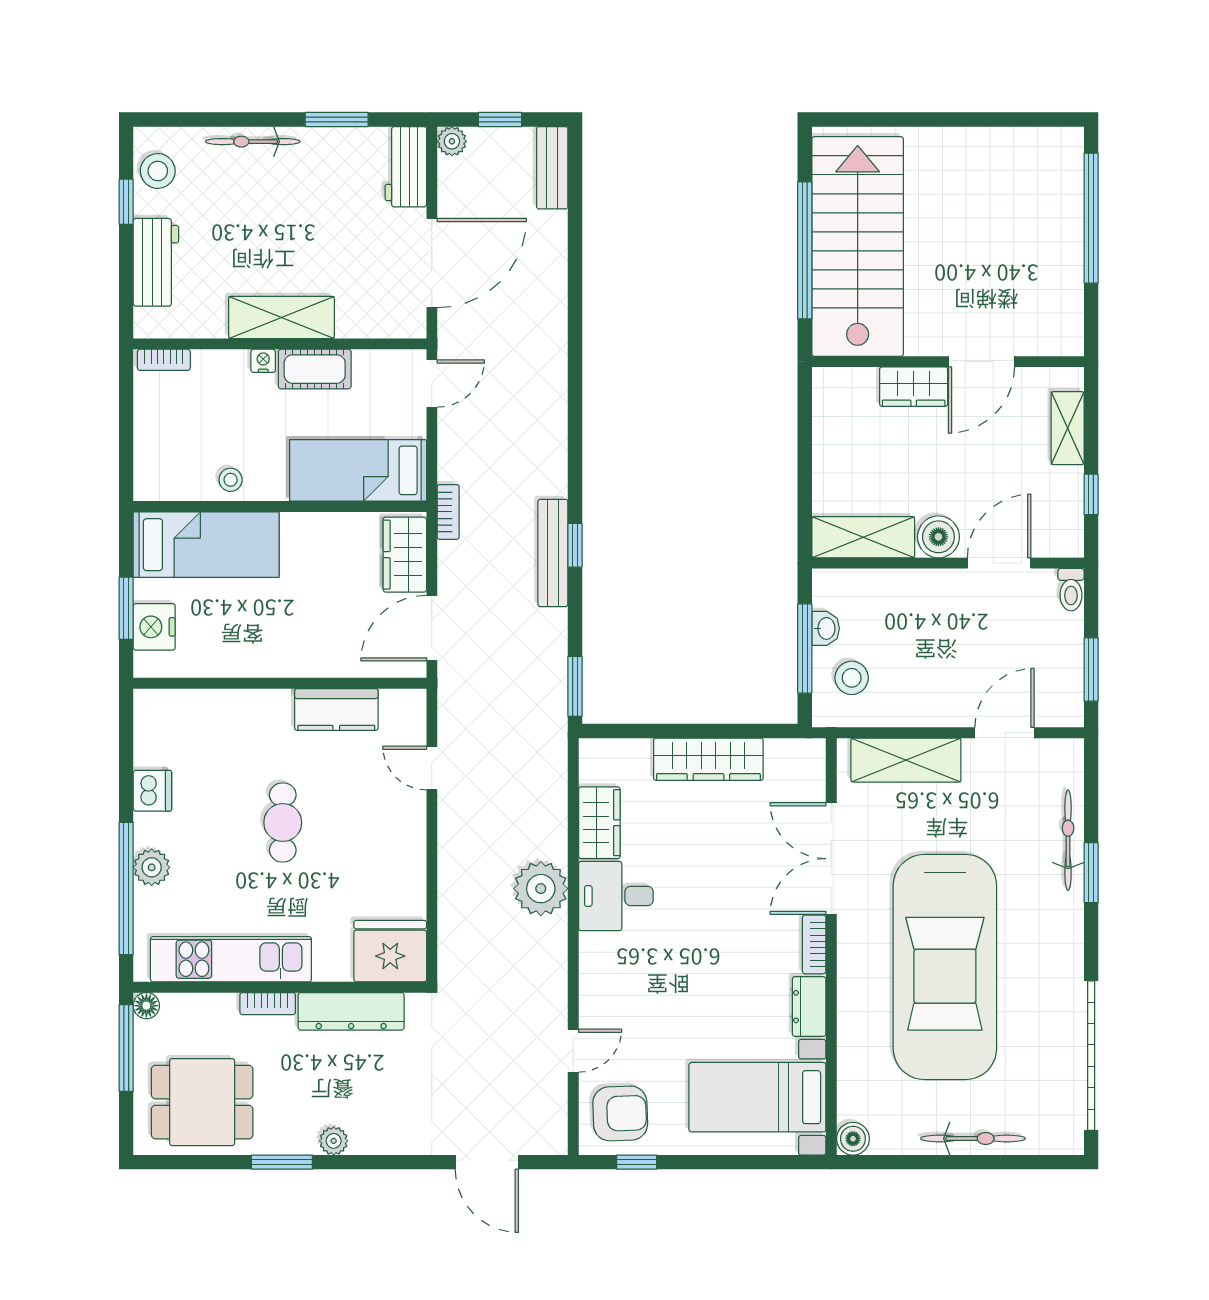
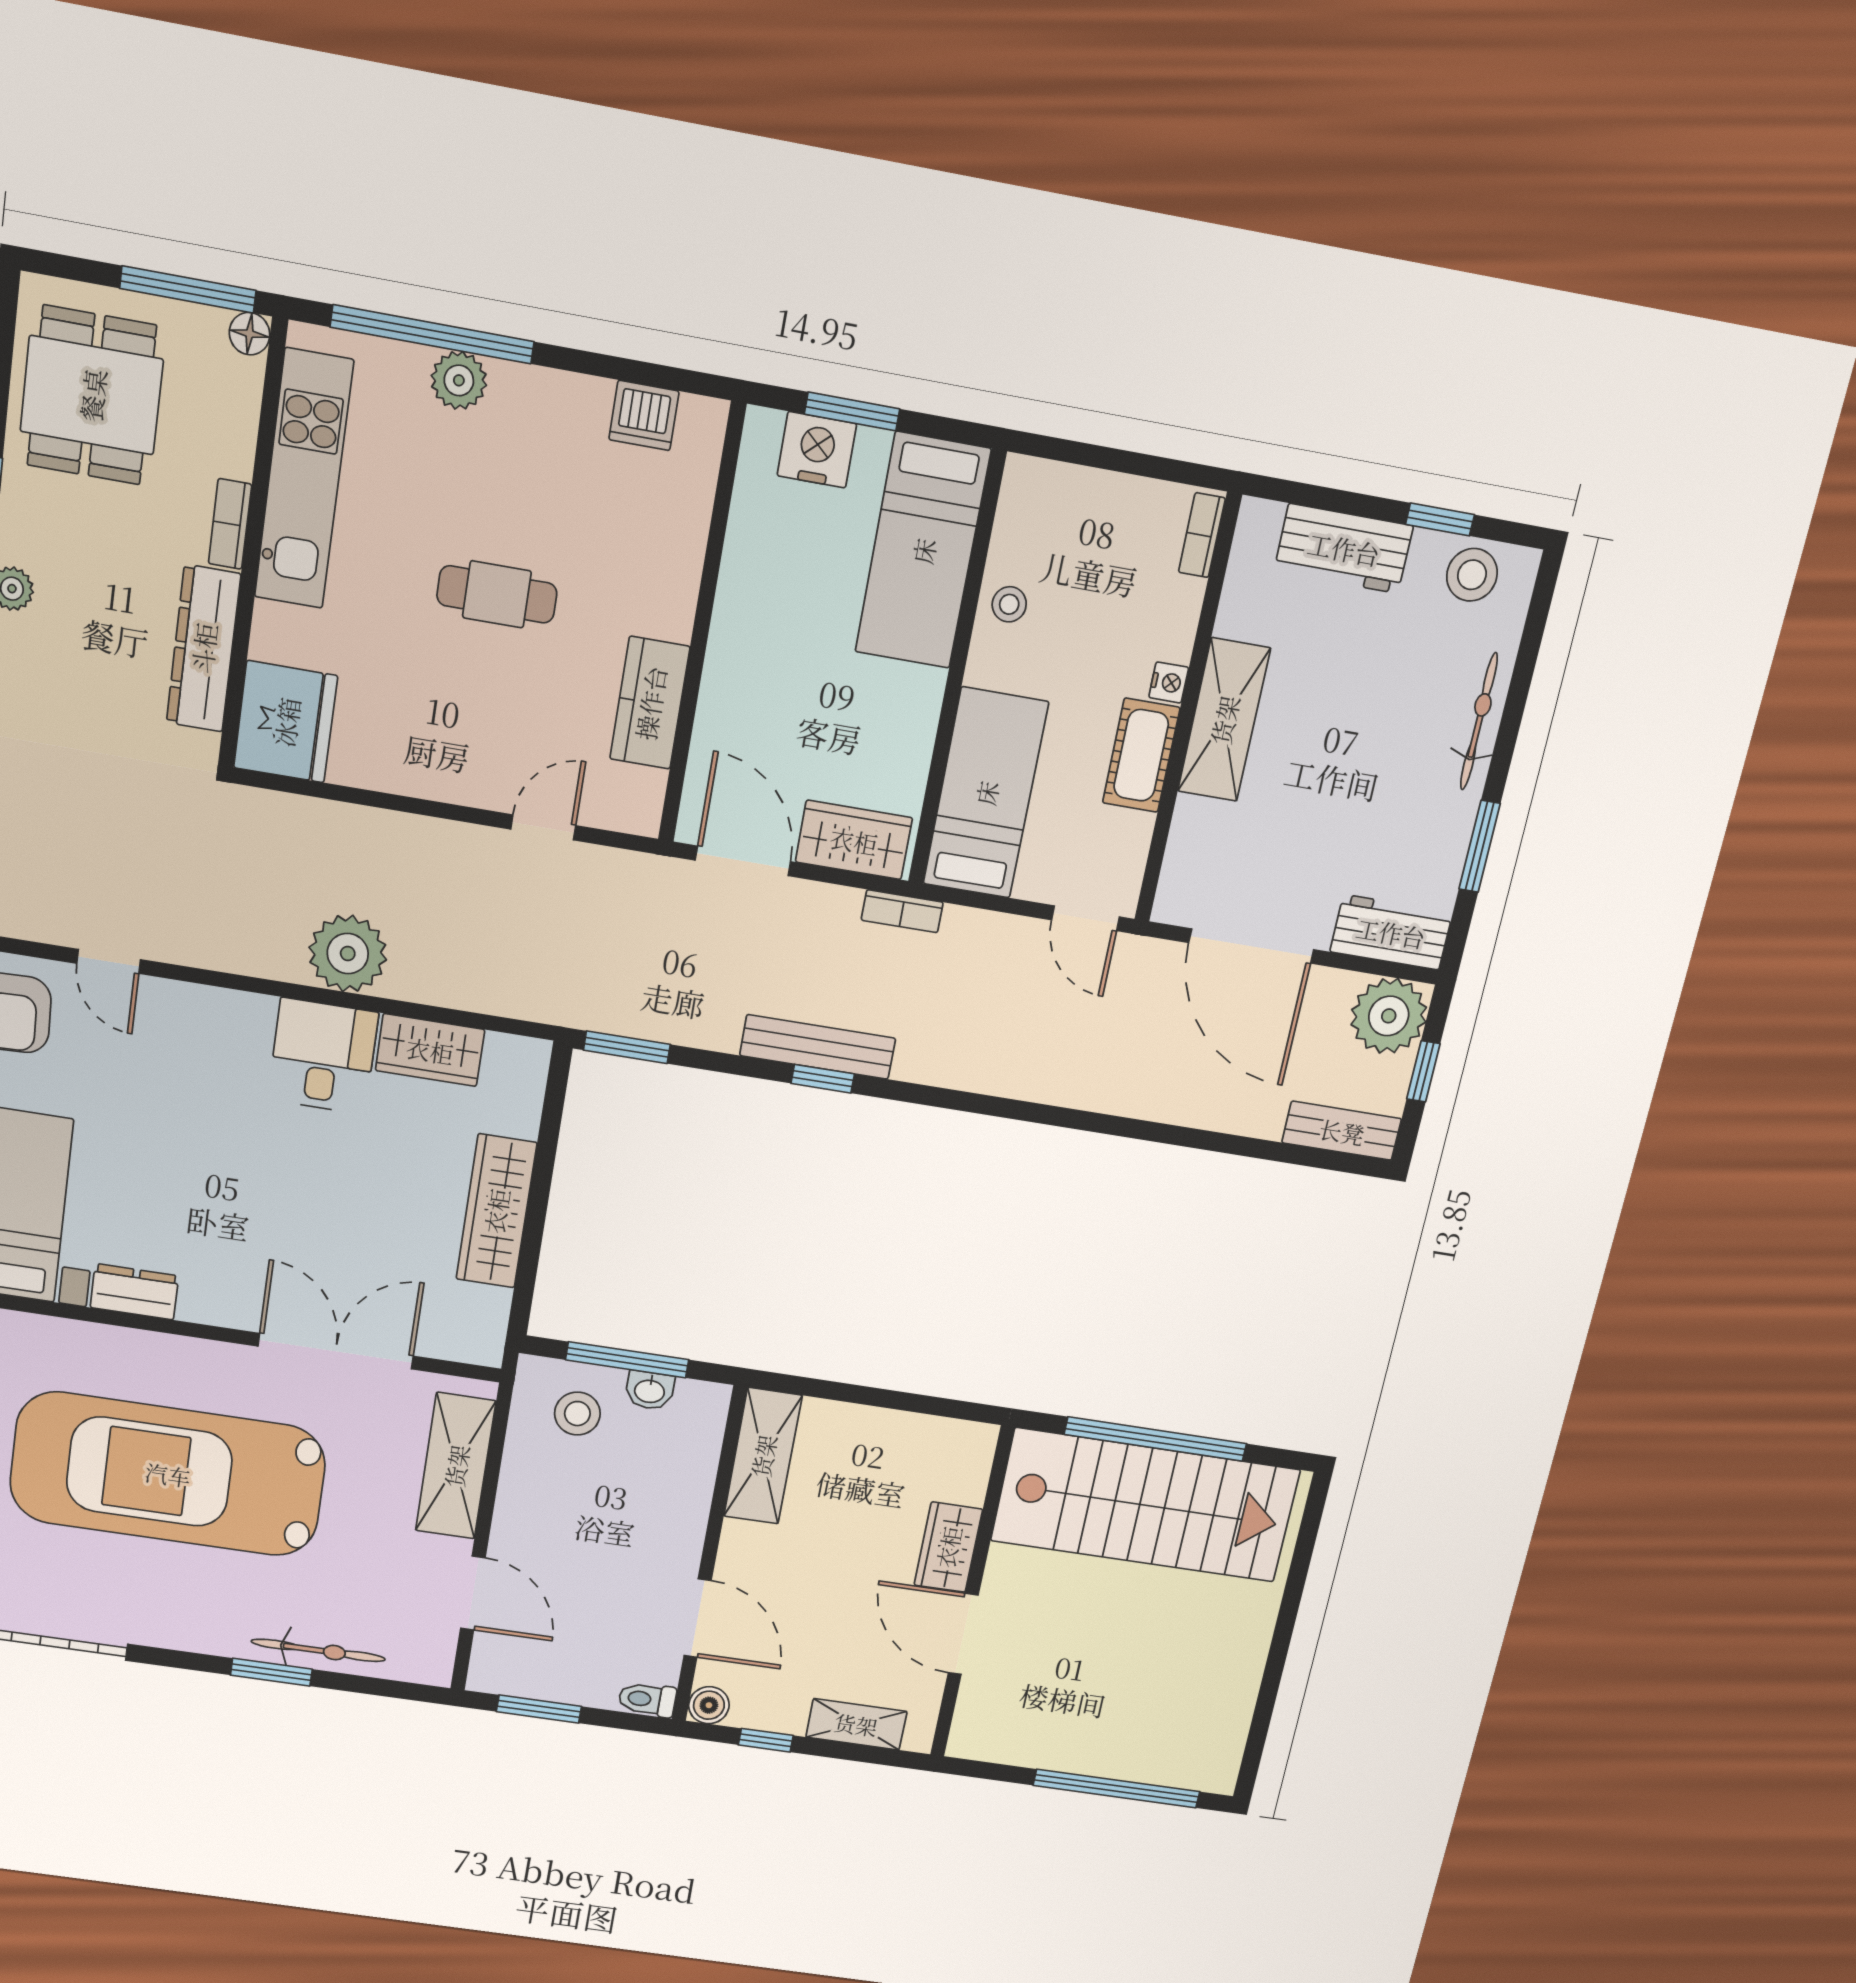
plant: (452, 141) -> (1389, 1016), width x1.88, depth x1.88
boiler: (938, 537) -> (709, 1705), moved, width x0.73, depth x0.73
dishwasher: (152, 791) -> (644, 415), moved
bookcase: (814, 944) -> (220, 1311), removed

